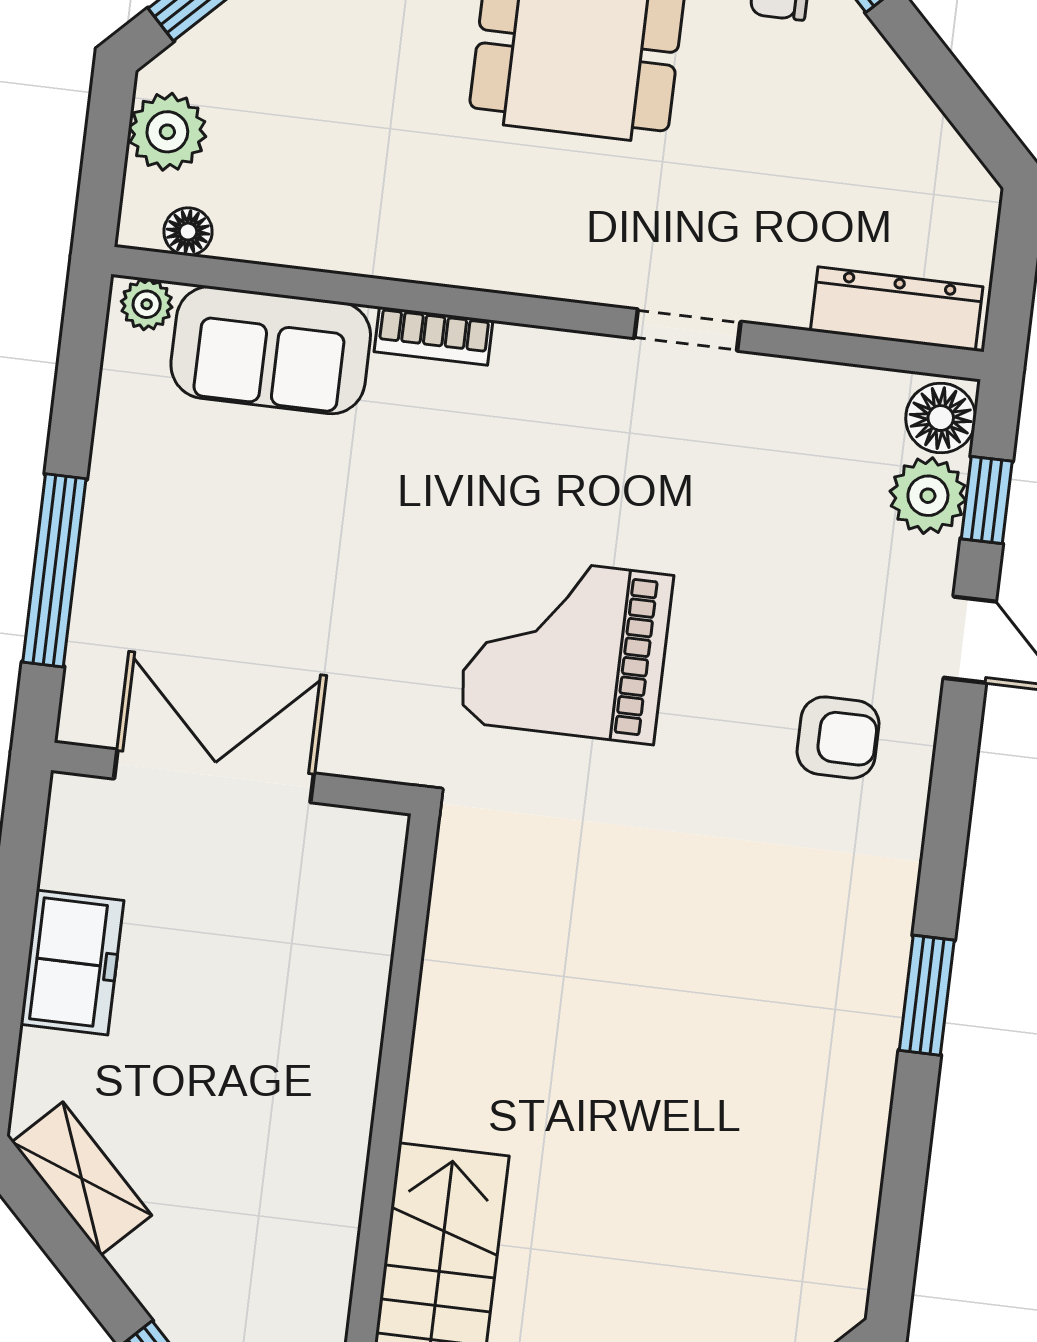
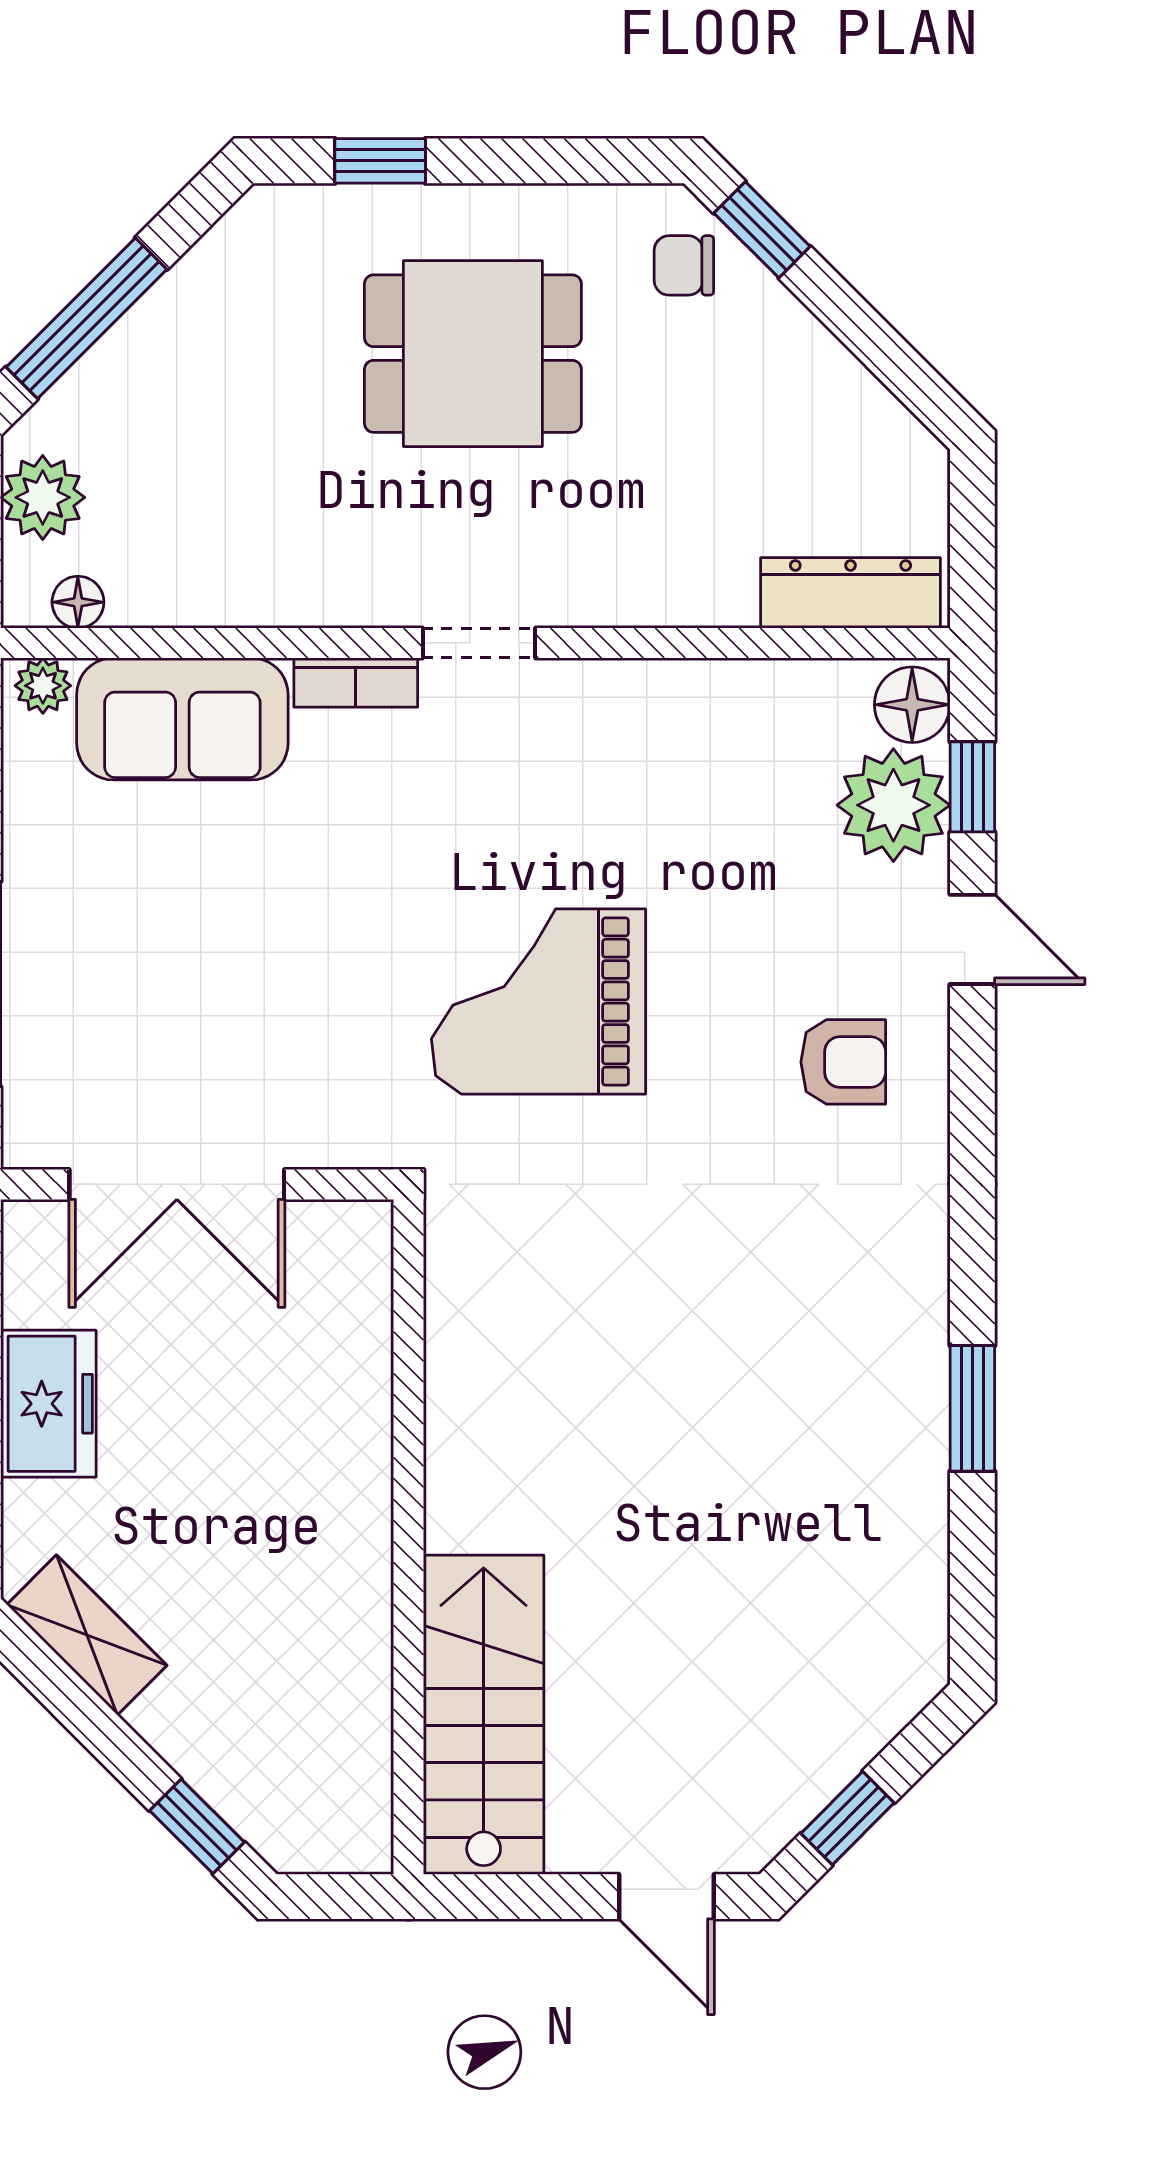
doorway: (687, 330) -> (479, 643), moved
plant: (928, 496) -> (893, 805), width x1.36, depth x1.36
double door: (214, 776) -> (177, 1184), swing flipped
window: (927, 995) -> (972, 1408), moved

